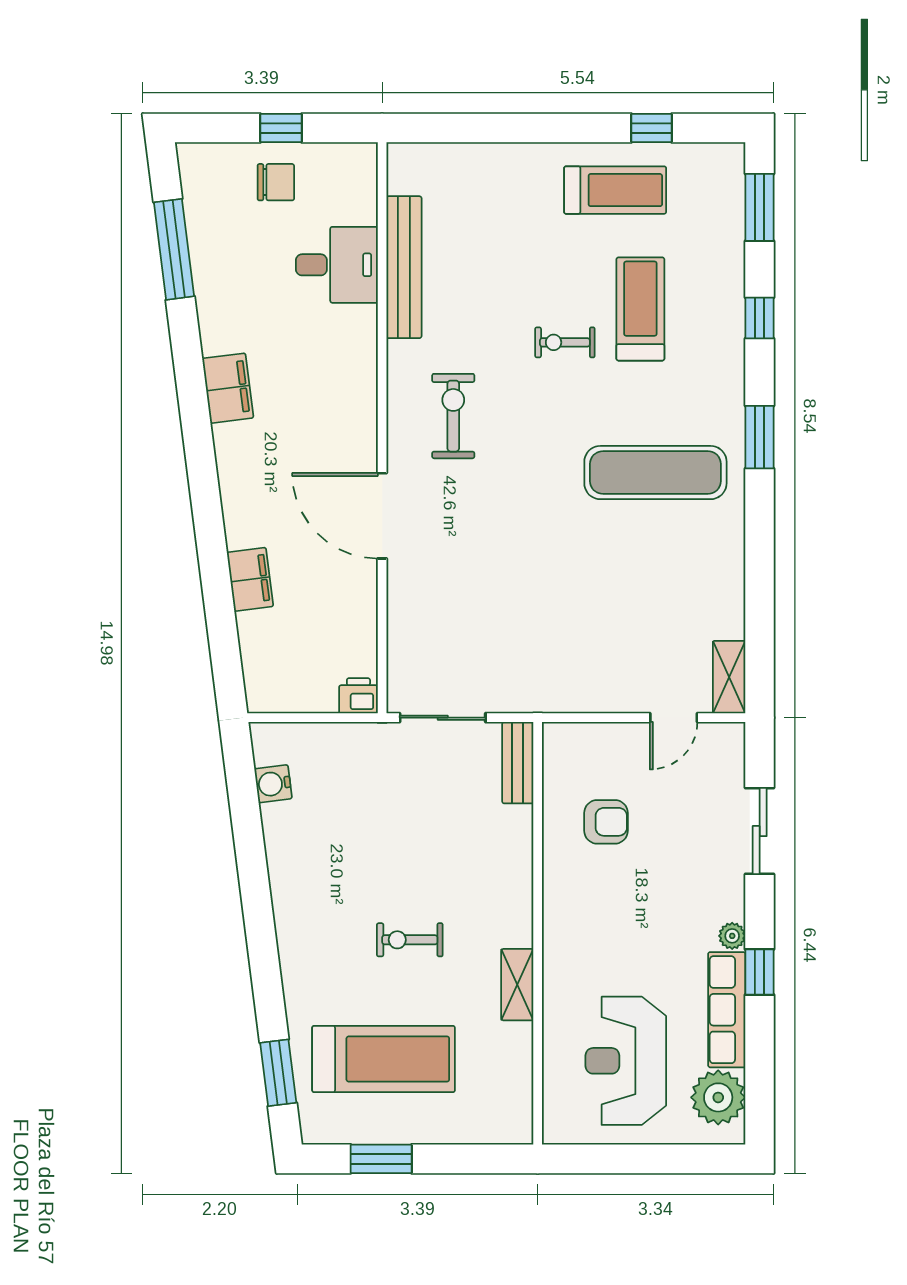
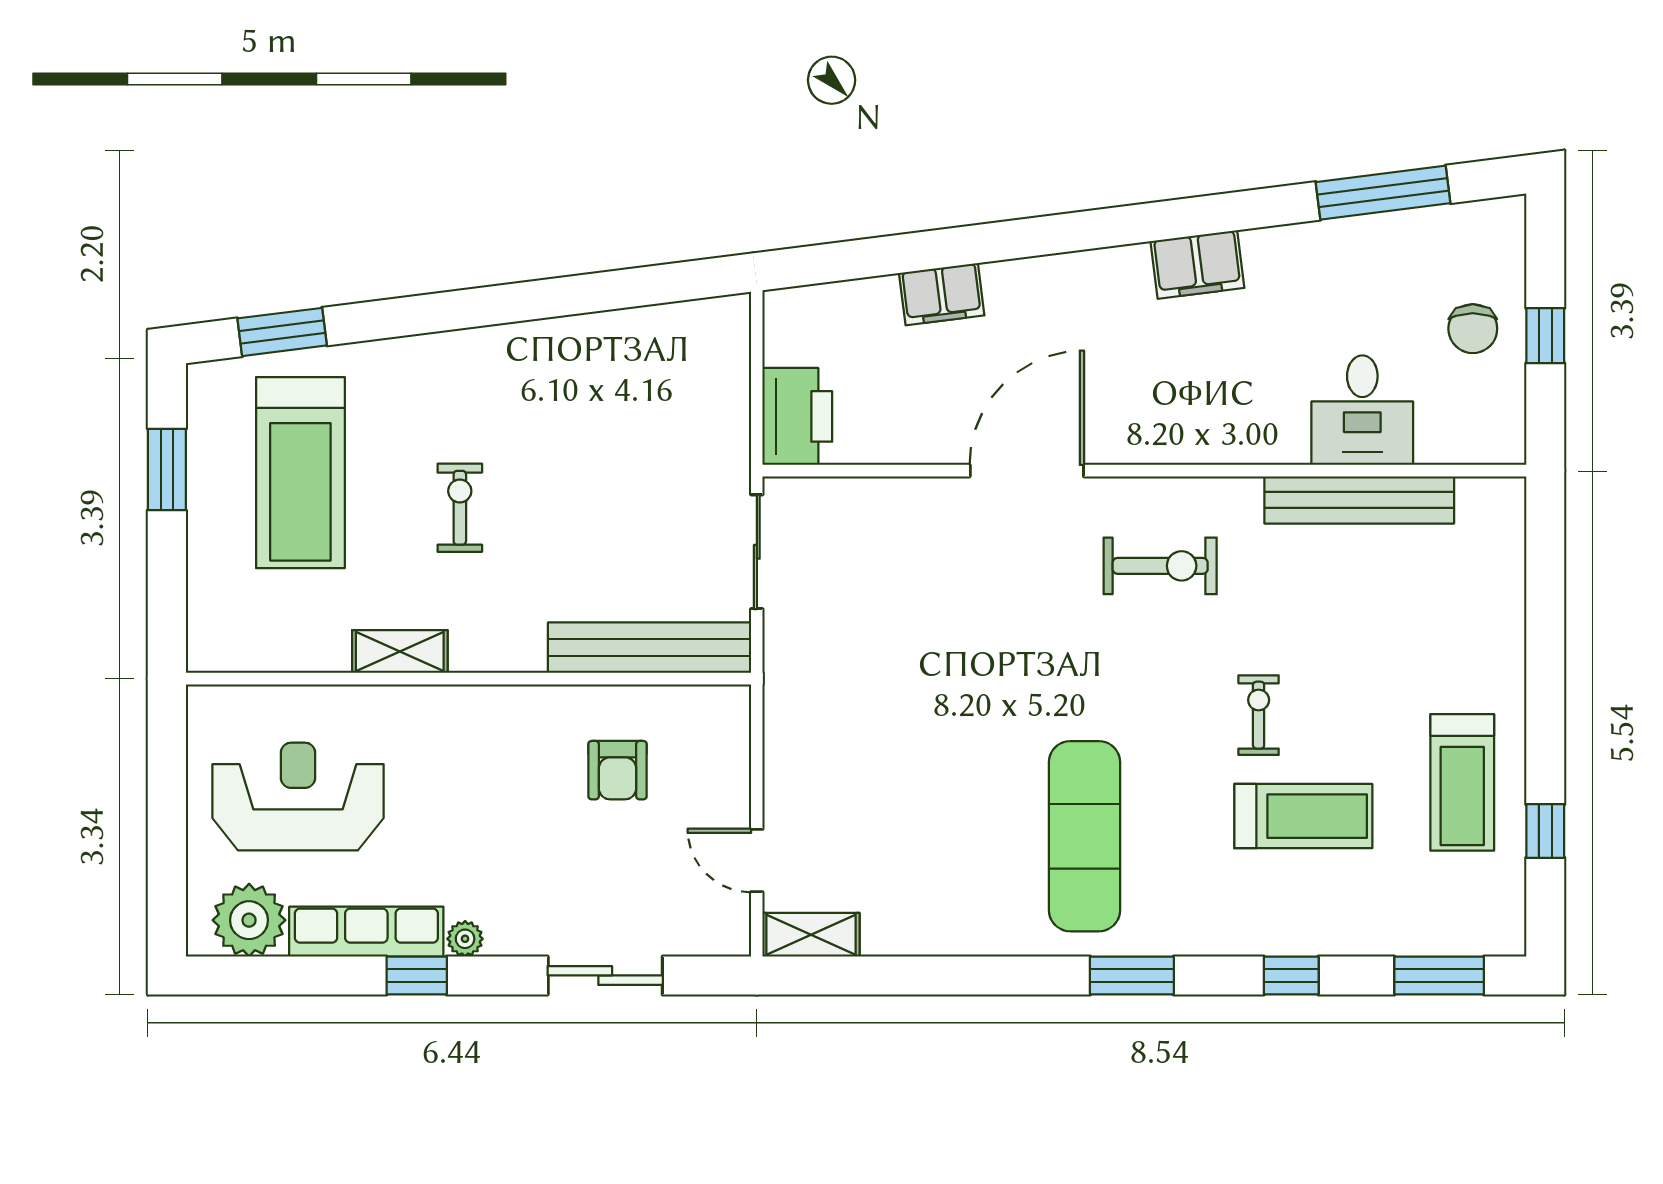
printer: (358, 696) -> (797, 416), width x1.87, depth x1.48
bench: (518, 763) -> (650, 648), width x1.86, depth x1.21
water cooler: (273, 784) -> (668, 325), removed

